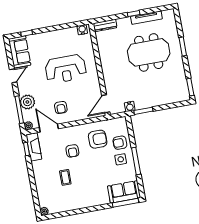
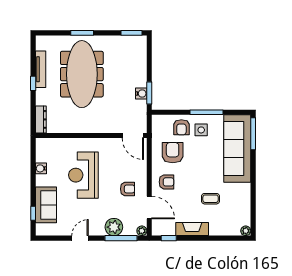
water cooler: (82, 30) -> (41, 168), moved
sofa: (20, 52) -> (46, 205), moved, turned 90
meeting table: (149, 52) -> (82, 74), width x1.36
reception desk: (66, 69) -> (83, 175), turned 180
door: (13, 76) -> (80, 238), hinge flipped
water cooler: (130, 106) -> (141, 93), moved
door: (49, 128) -> (149, 208), swing flipped
fireplace: (34, 147) -> (192, 229), moved
armchair: (72, 151) -> (166, 182), moved
sofa: (124, 192) -> (237, 149), width x1.85, depth x1.27

